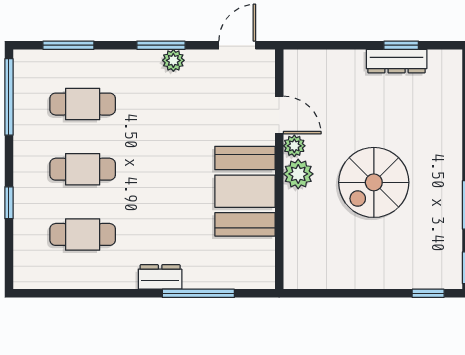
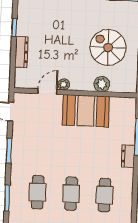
plant: (173, 60) -> (17, 145), removed
dresser: (397, 61) -> (21, 52), moved
plant: (298, 174) -> (102, 84), moved
spiral stairs: (374, 182) -> (108, 48), moved, turned 180

